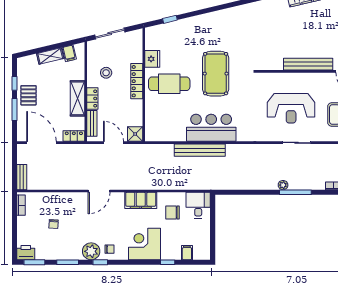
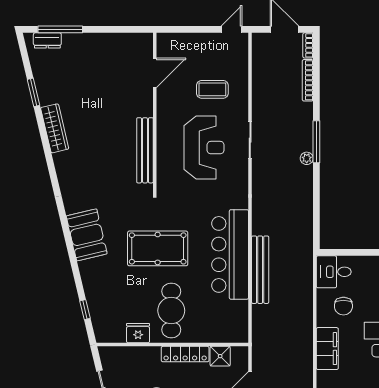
booth: (226, 21) -> (87, 235), added
bench: (308, 64) -> (145, 150), moved
locker: (137, 81) -> (185, 354), moved
bar counter: (211, 128) -> (230, 254), width x1.36
shower: (135, 134) -> (220, 356), moved

